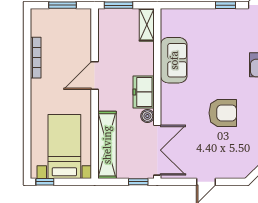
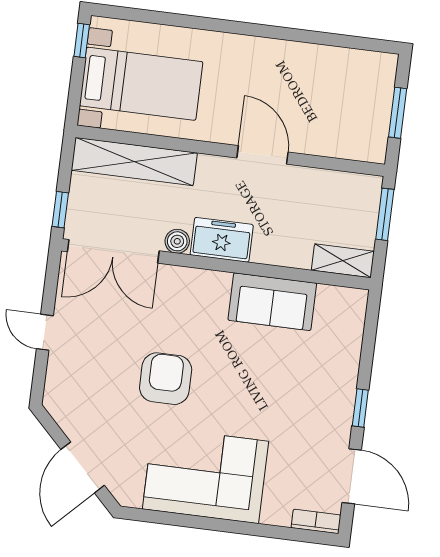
bookcase: (36, 58) -> (309, 52), removed
armchair: (223, 113) -> (166, 379), turned 180

